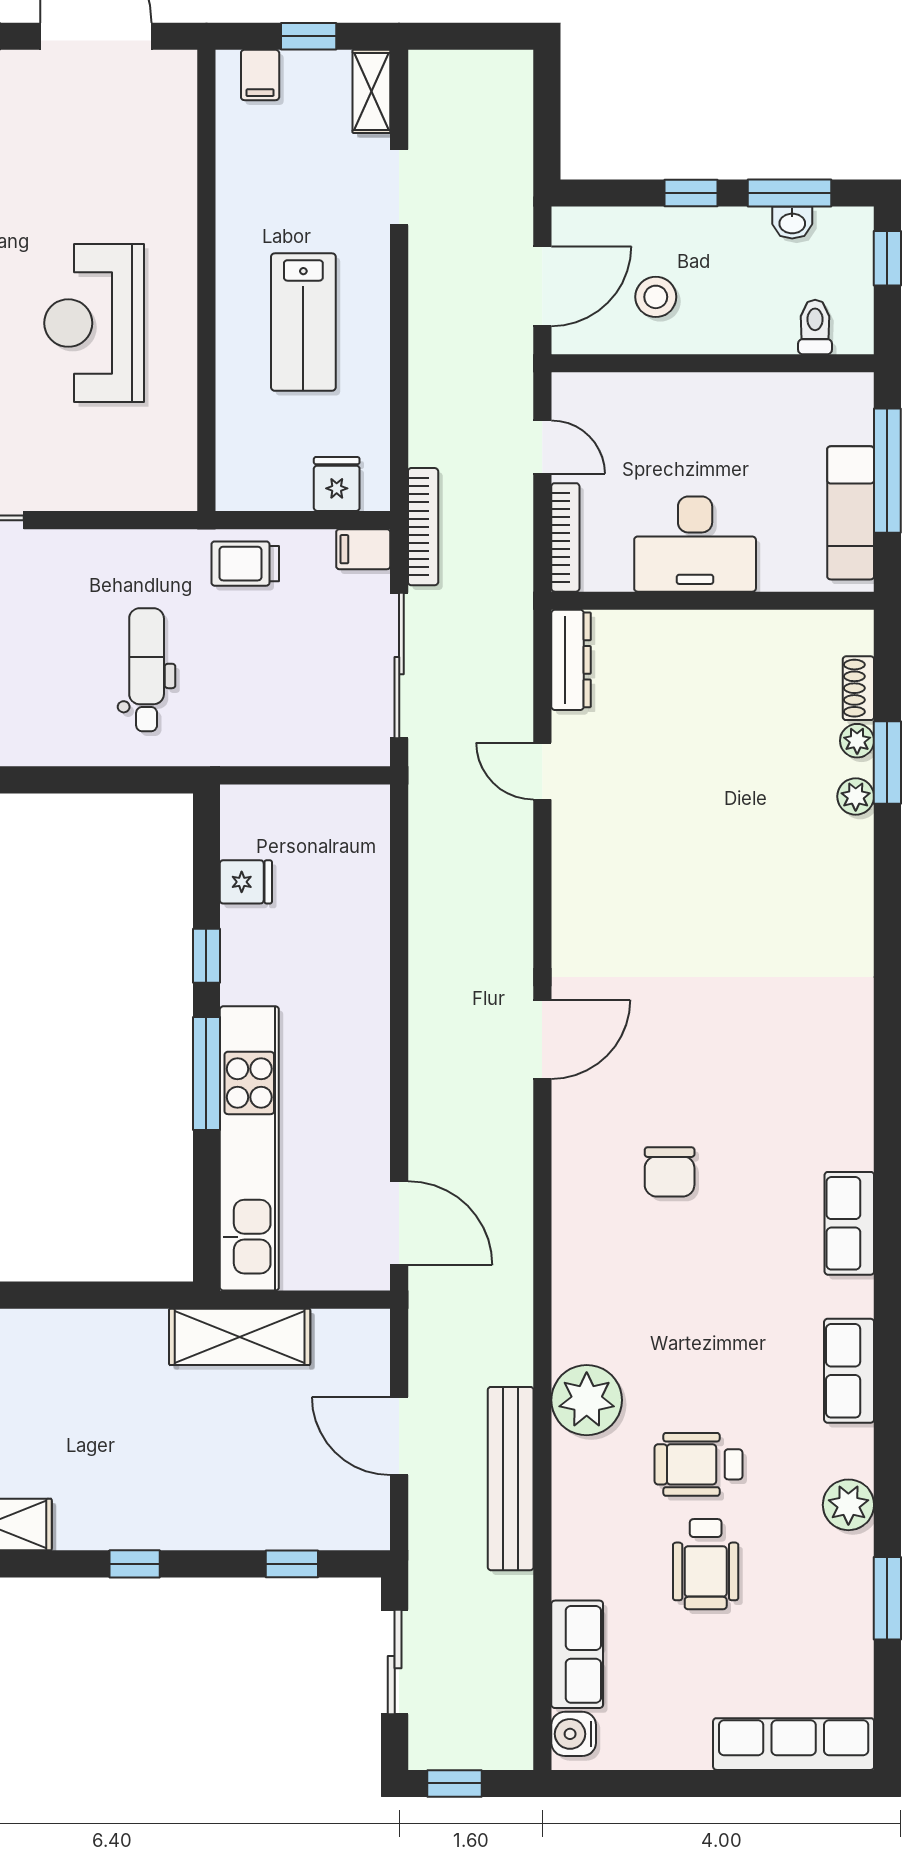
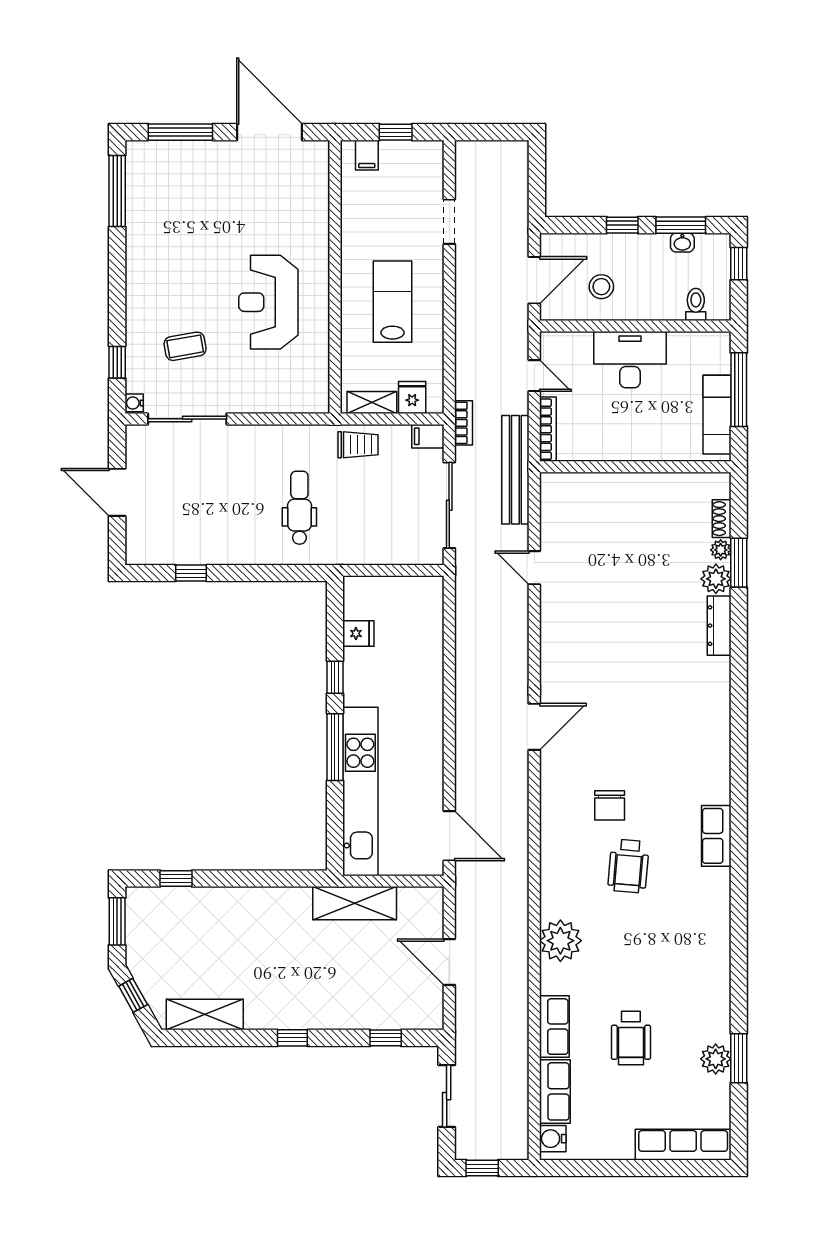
shelving: (371, 91) -> (372, 403), moved, turned 90
lab bench: (303, 322) -> (392, 302), turned 180
bookcase: (423, 527) -> (463, 423), width x0.64
desk: (695, 544) -> (630, 360), moved, turned 180
trolley: (245, 564) -> (358, 445), turned 180
dresser: (571, 660) -> (719, 626), moved, turned 180
plant: (856, 796) -> (716, 579), width x1.38, depth x1.38
row of seats: (849, 1371) -> (554, 1027), moved, turned 180
wheelchair: (698, 1464) -> (628, 866), moved, turned -85
bench: (511, 1479) -> (515, 470), moved
plant: (848, 1505) -> (716, 1059), moved

